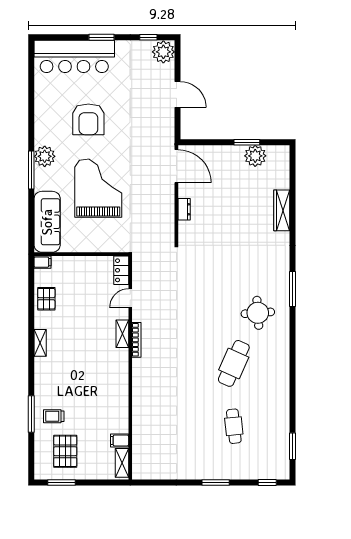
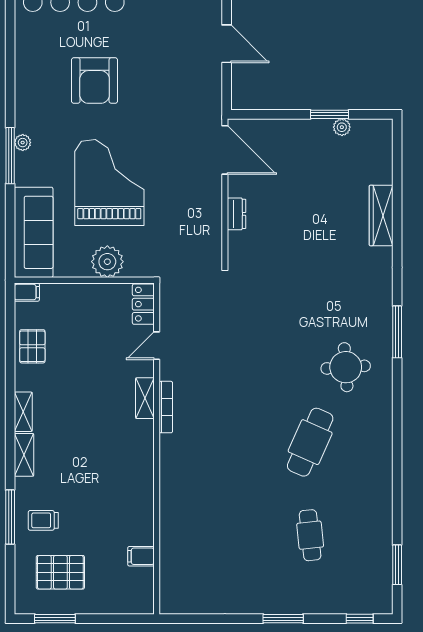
plant: (45, 156) -> (23, 143), width x0.53, depth x0.53
plant: (255, 156) -> (342, 127), width x0.53, depth x0.53
plant: (97, 242) -> (107, 262), added
pallet: (65, 451) -> (60, 572), turned 90
shelving: (122, 463) -> (24, 455), moved

